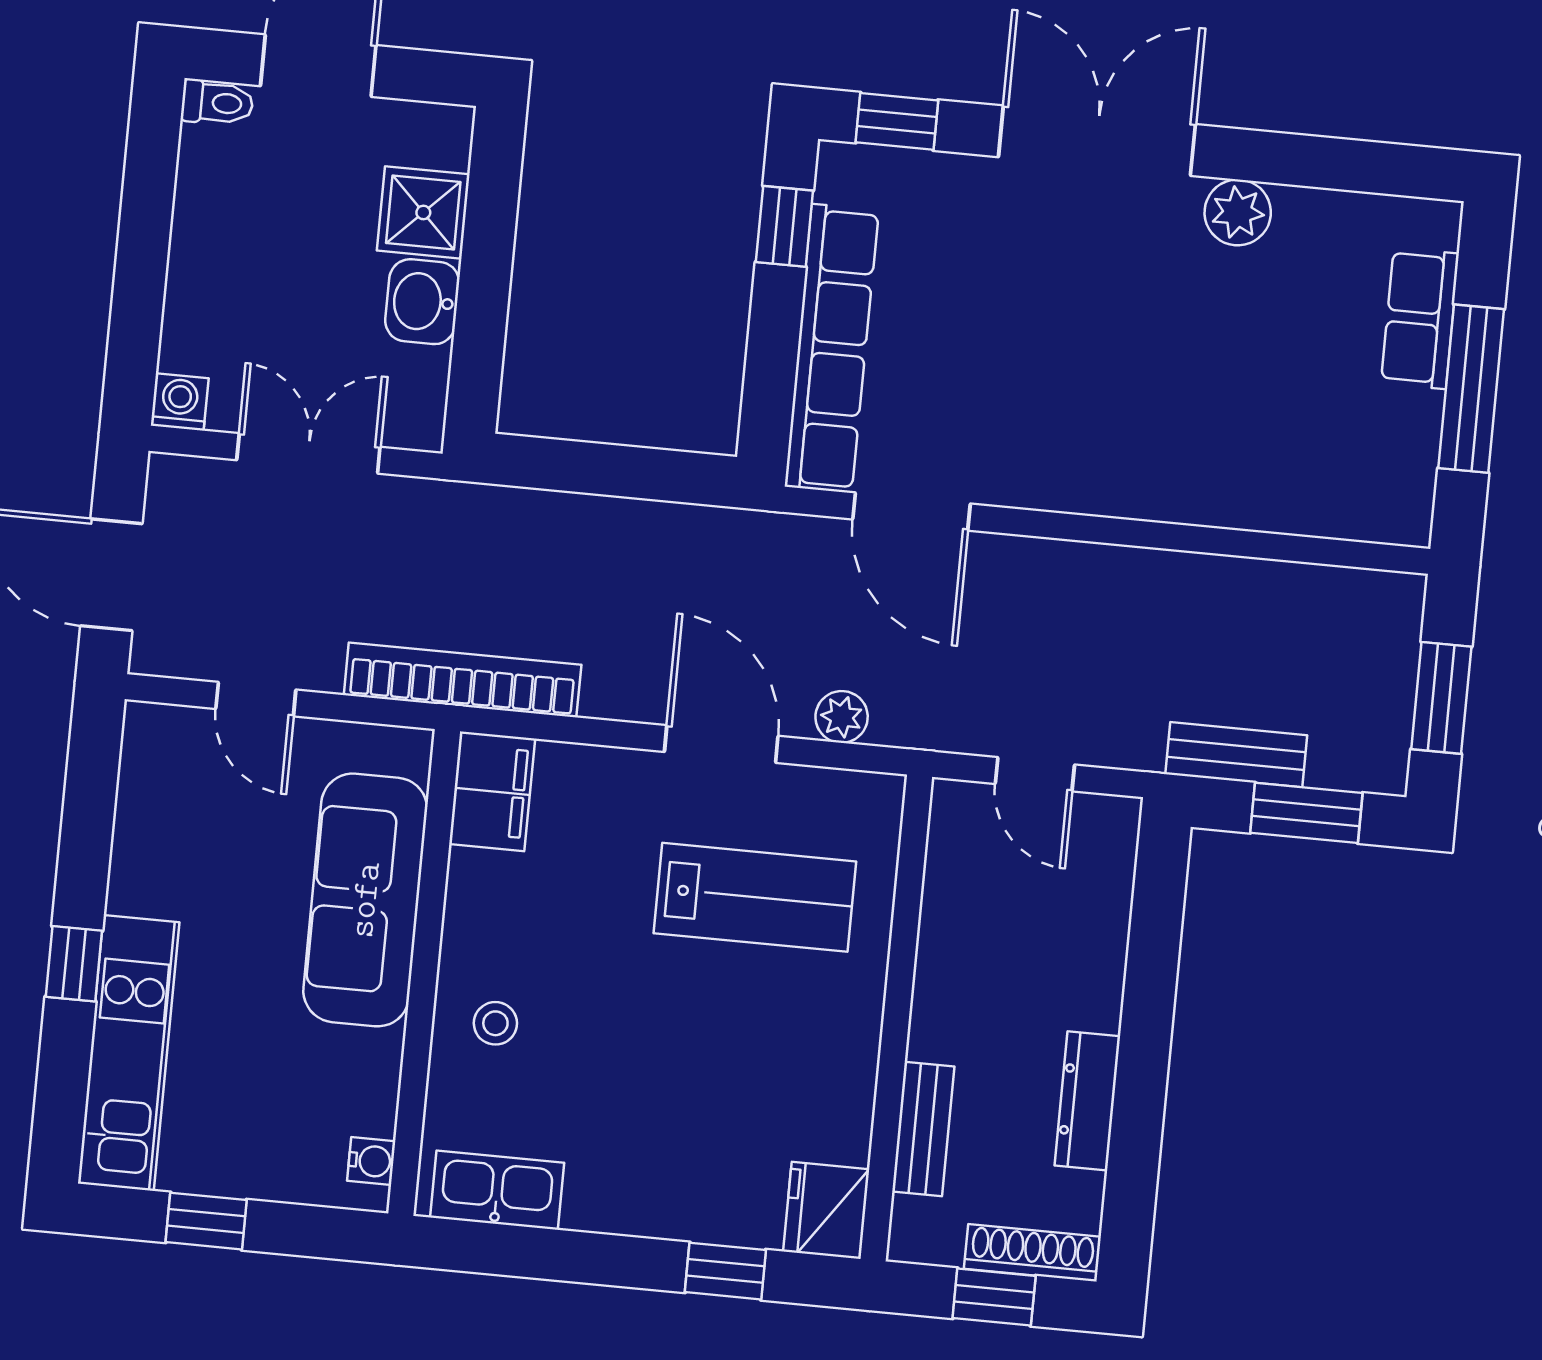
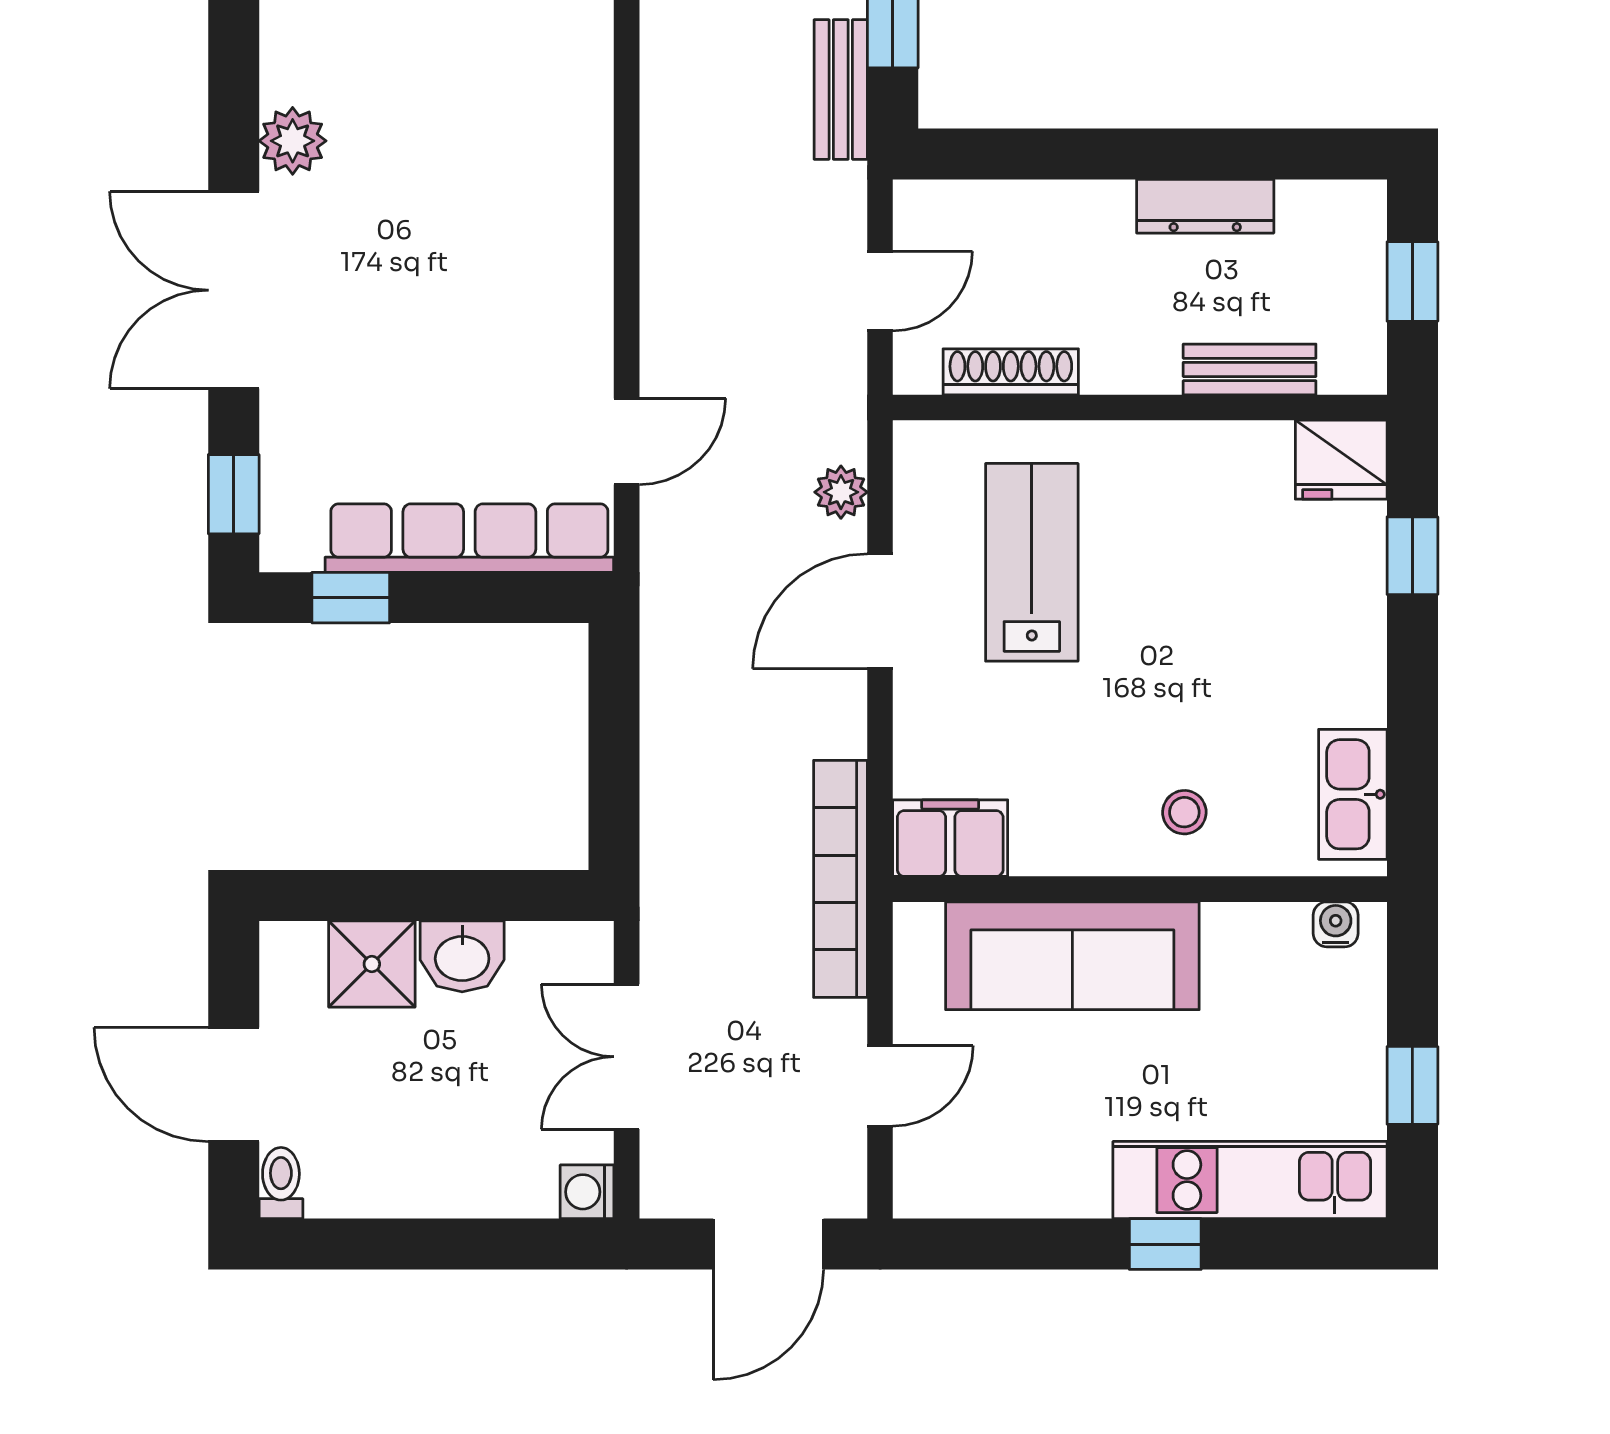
door: (911, 511) -> (627, 442), width x0.73
shoe rack: (1032, 1253) -> (1011, 372), moved, turned 90

